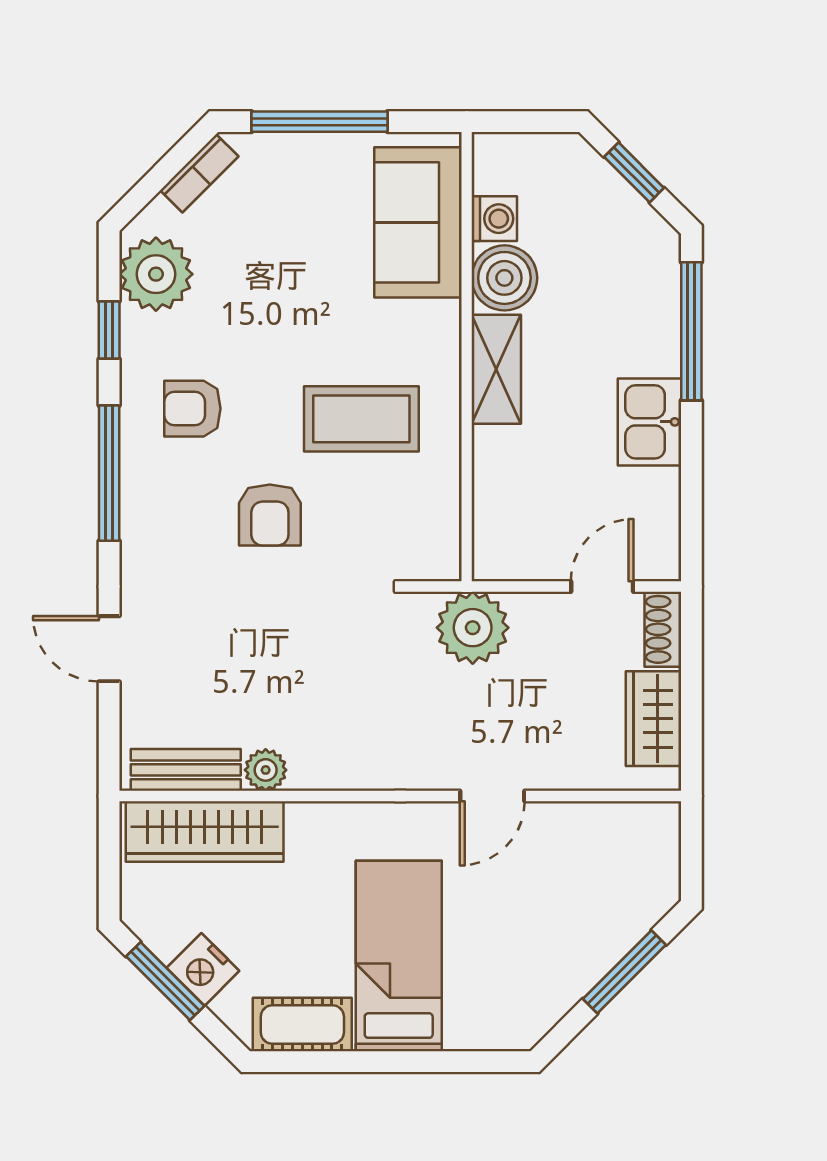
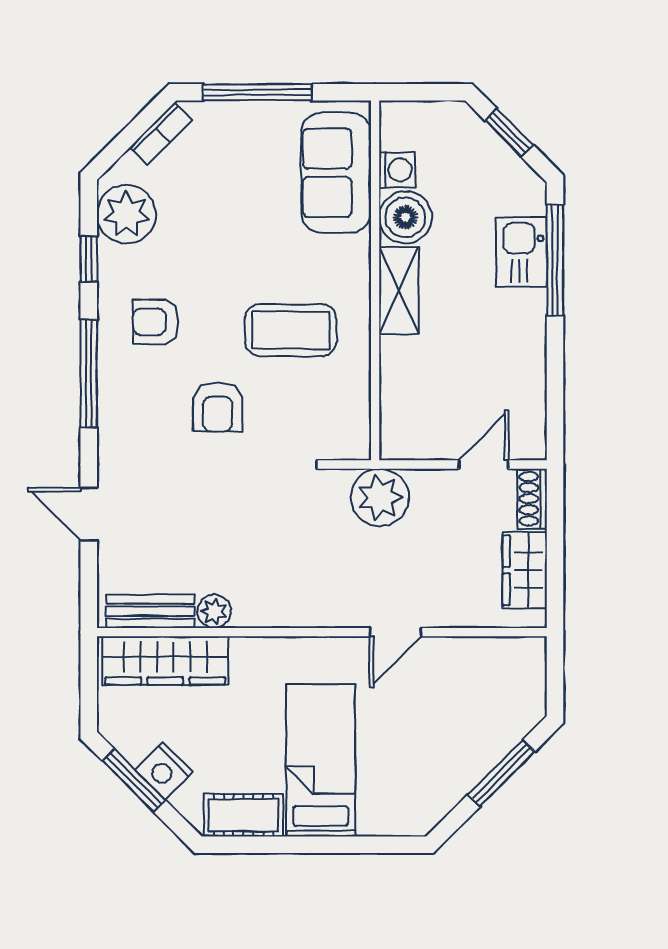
kitchen sink: (650, 422) -> (522, 252), moved

